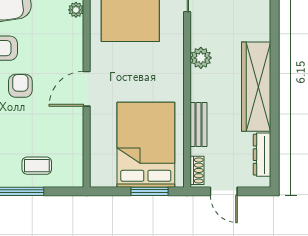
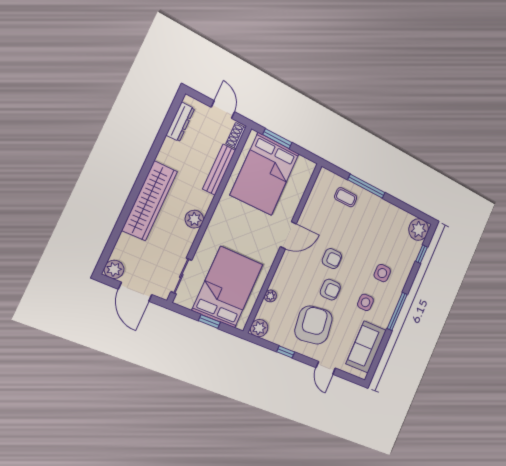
armchair: (20, 86) -> (332, 259), turned -90
wardrobe: (256, 87) -> (150, 201), moved
bench: (199, 125) -> (219, 170), width x1.36

